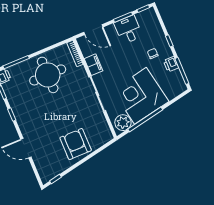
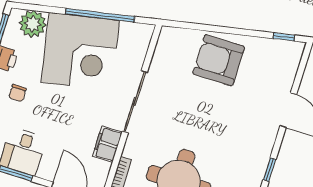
plant: (123, 123) -> (33, 24), moved
armchair: (76, 144) -> (219, 60), turned 90

